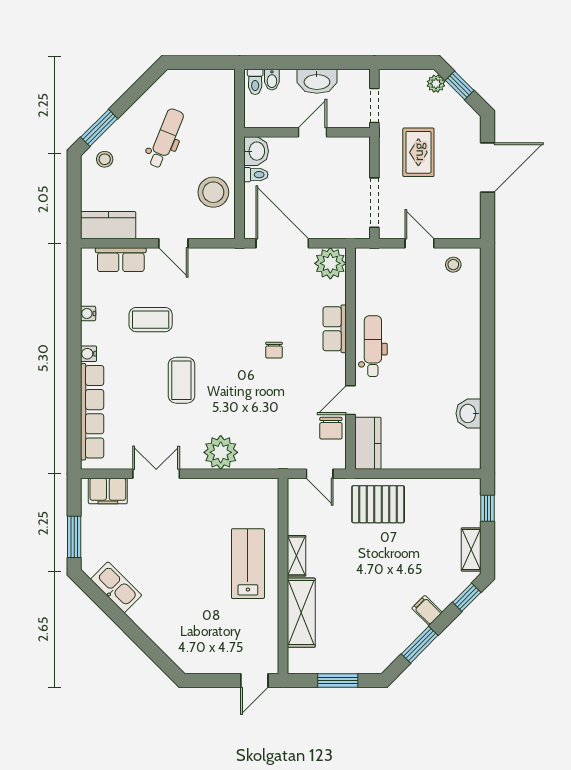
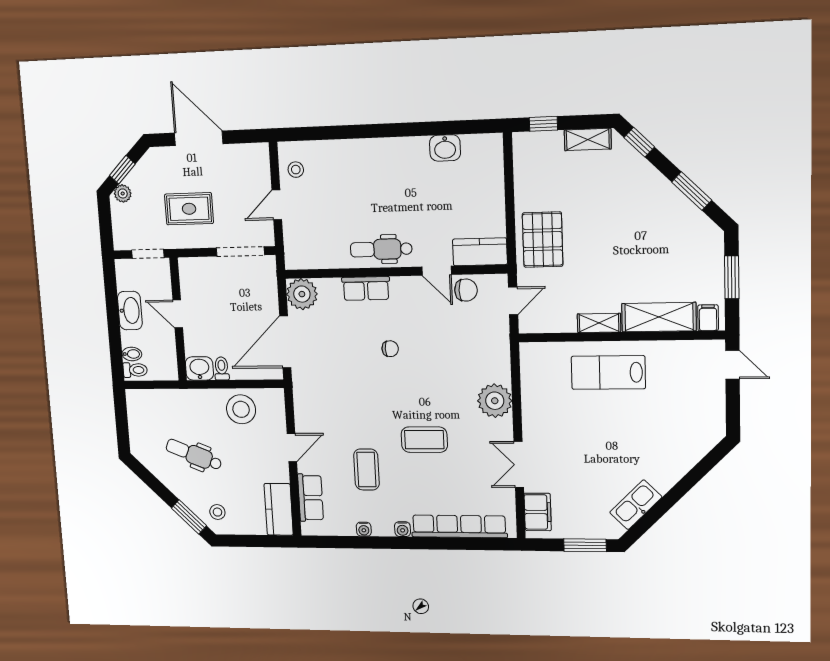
filing cabinet: (427, 610) -> (708, 318), moved, turned 135

